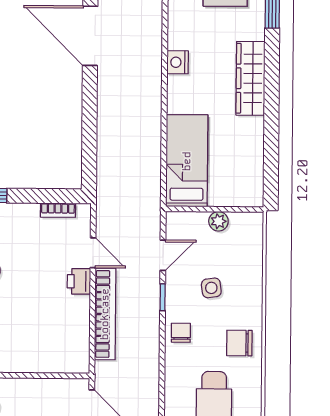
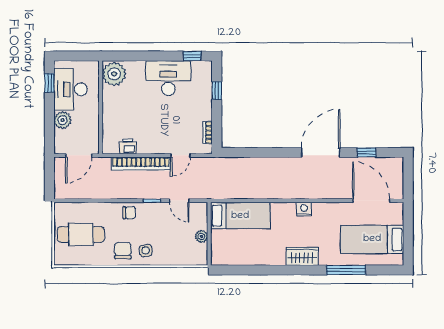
wardrobe: (251, 78) -> (302, 256), width x0.67
printer: (79, 281) -> (128, 146), moved
side table: (211, 288) -> (146, 250), moved

